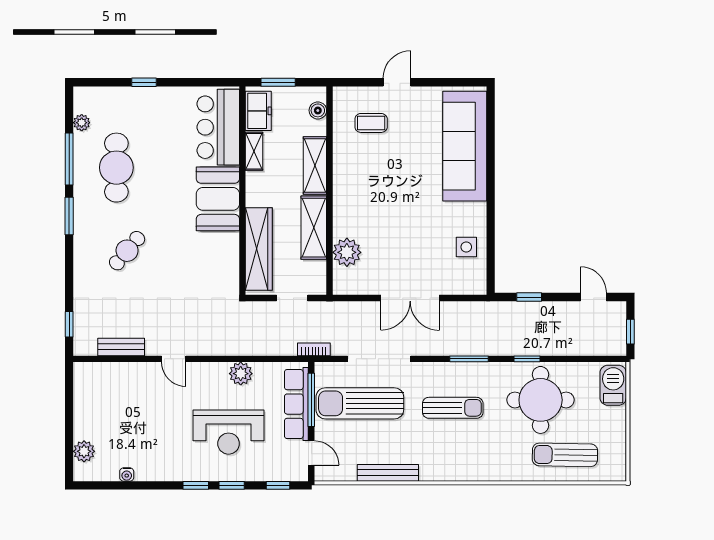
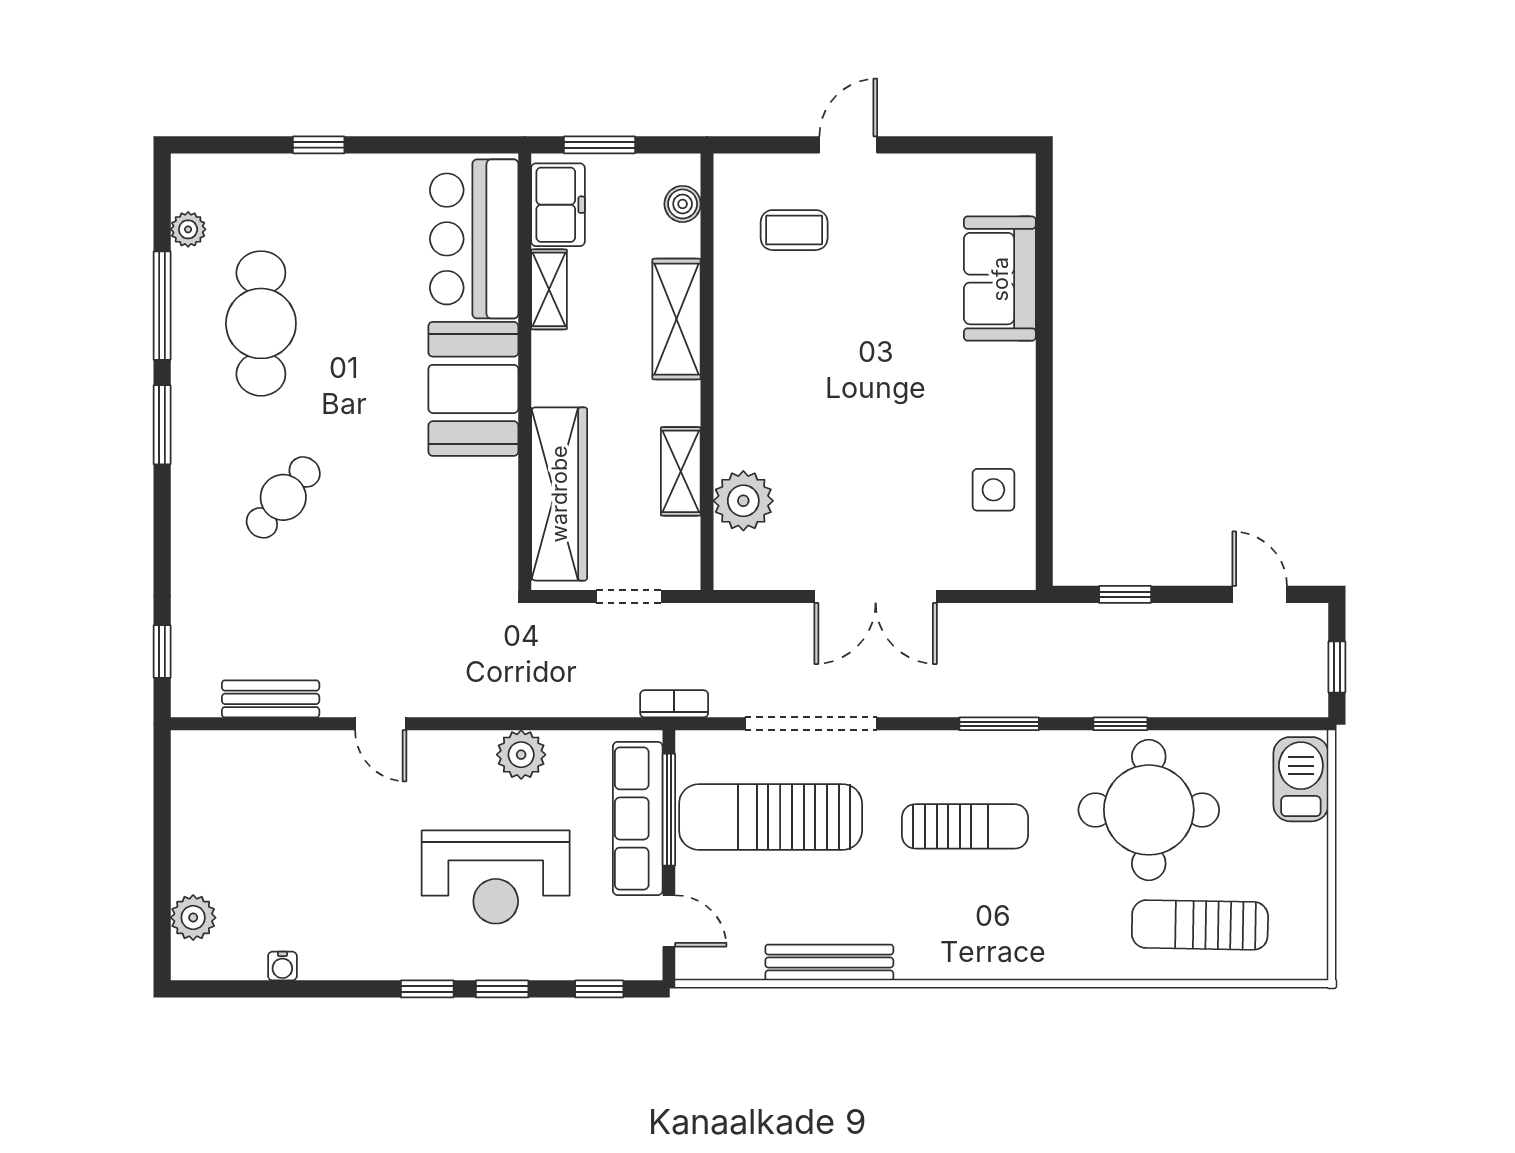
sofa: (465, 146) -> (1000, 279), width x0.54, depth x0.79
shelving: (314, 228) -> (681, 471), width x0.67, depth x0.75

